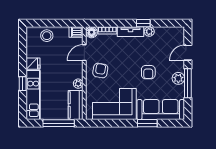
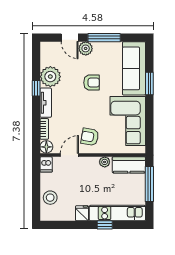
plant: (149, 32) -> (50, 77), width x1.87, depth x1.87
door: (84, 53) -> (69, 155), swing flipped
plant: (178, 78) -> (86, 48), moved

